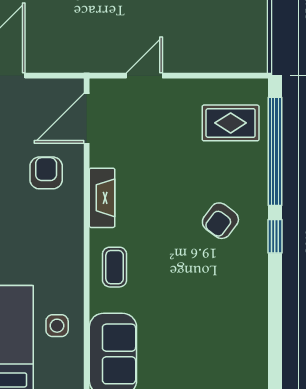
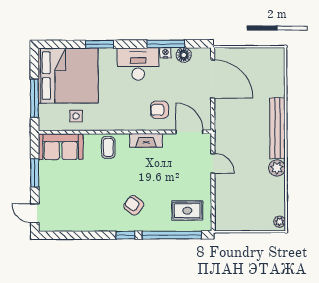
rug: (231, 123) -> (187, 211), turned 90
armchair: (46, 173) -> (160, 110), turned 180
coffee table: (115, 267) -> (108, 147), turned 90

